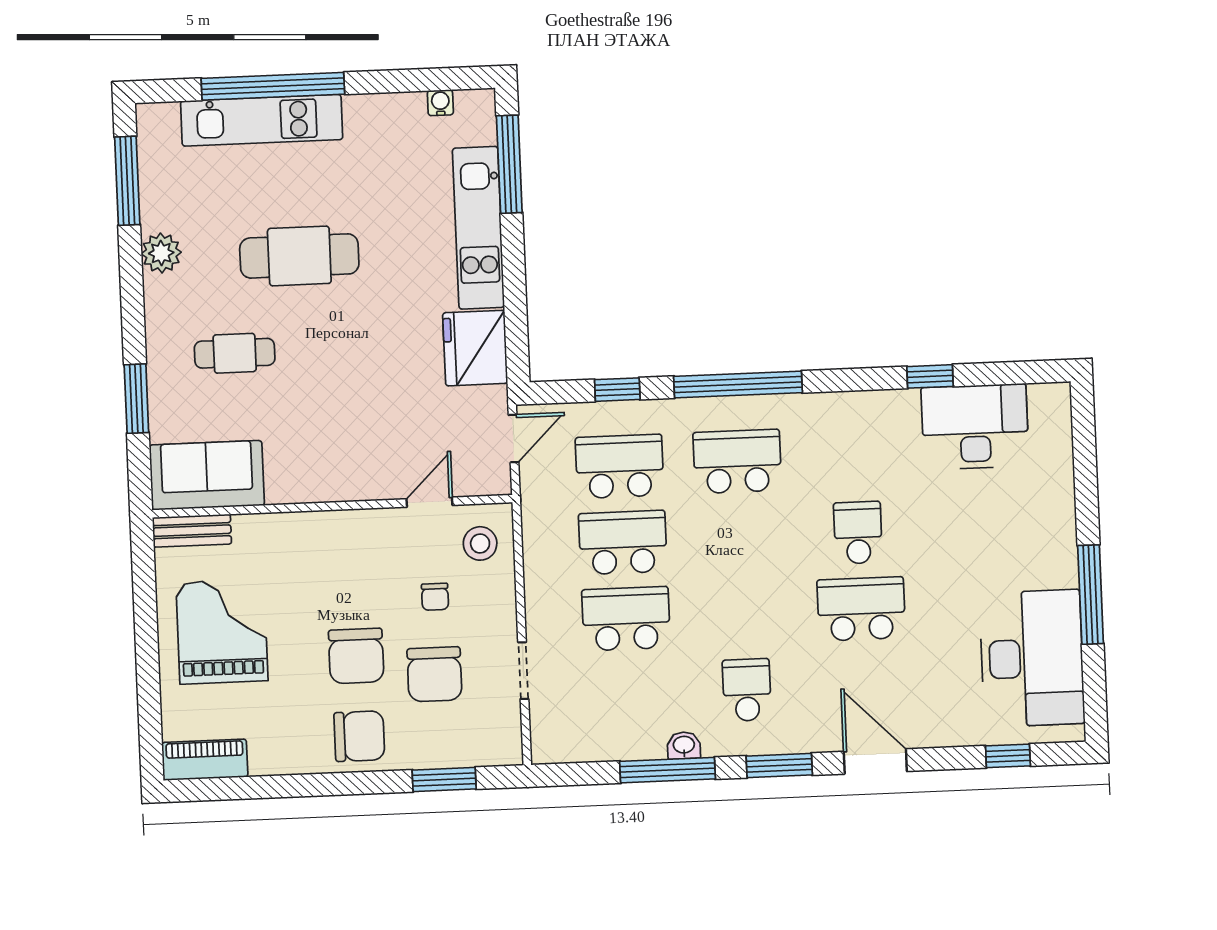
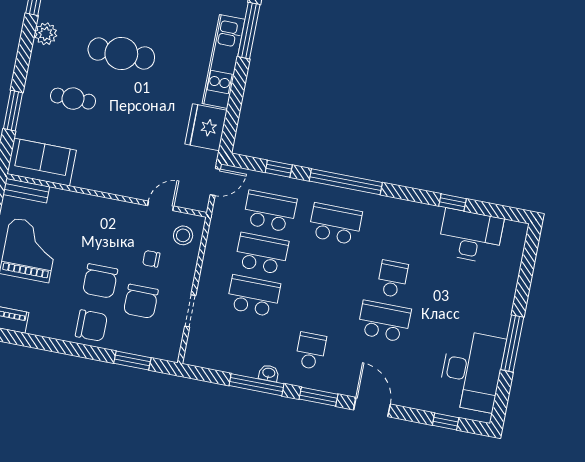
chair: (435, 597) -> (151, 259), turned 90

